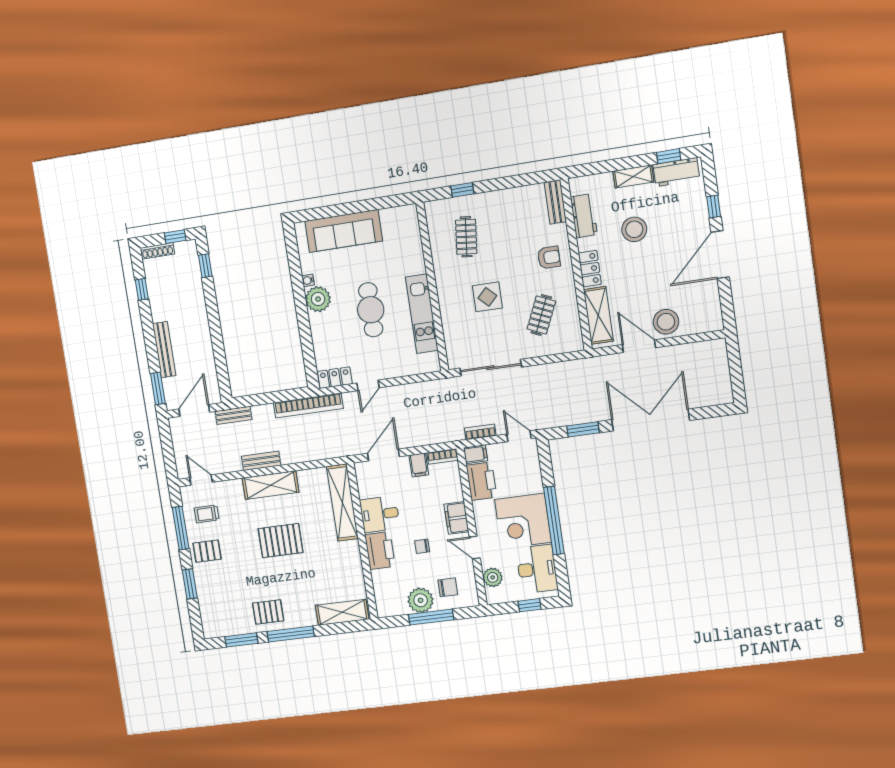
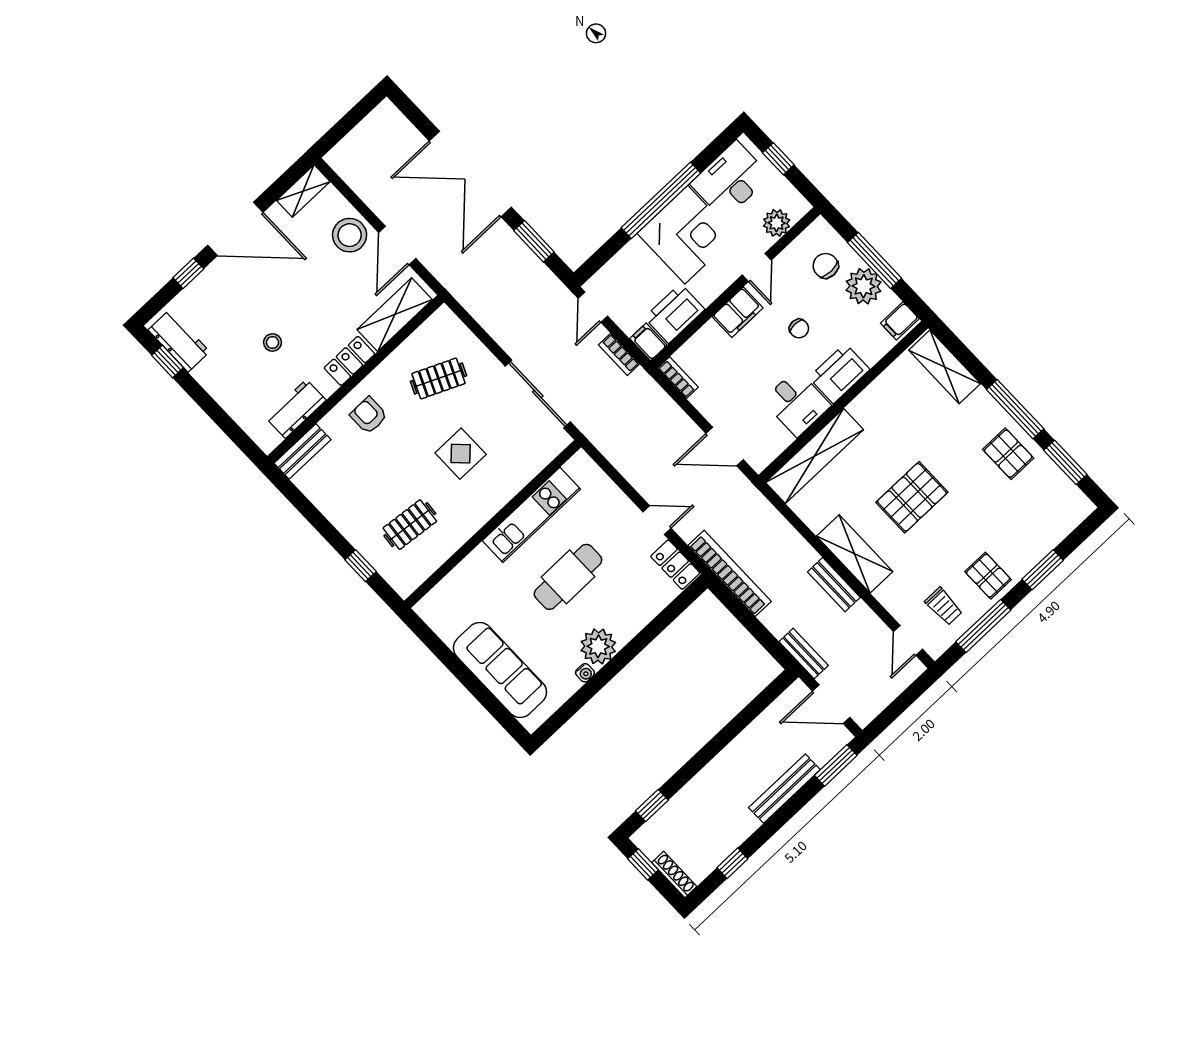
shelving: (633, 176) -> (303, 191), moved, turned 90
stool: (634, 229) -> (273, 342), width x0.53, depth x0.53
filing cabinet: (419, 465) -> (900, 321), moved, turned 180
pallet: (281, 541) -> (912, 497), turned 90

